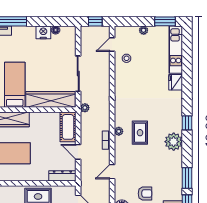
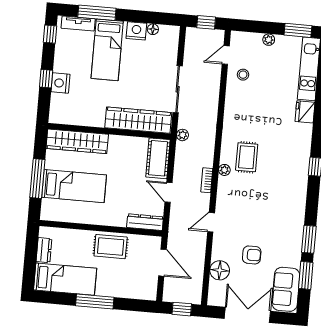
bed: (15, 85) -> (107, 50), moved, turned 180
rug: (140, 133) -> (247, 157), moved
plant: (174, 142) -> (295, 190), removed

